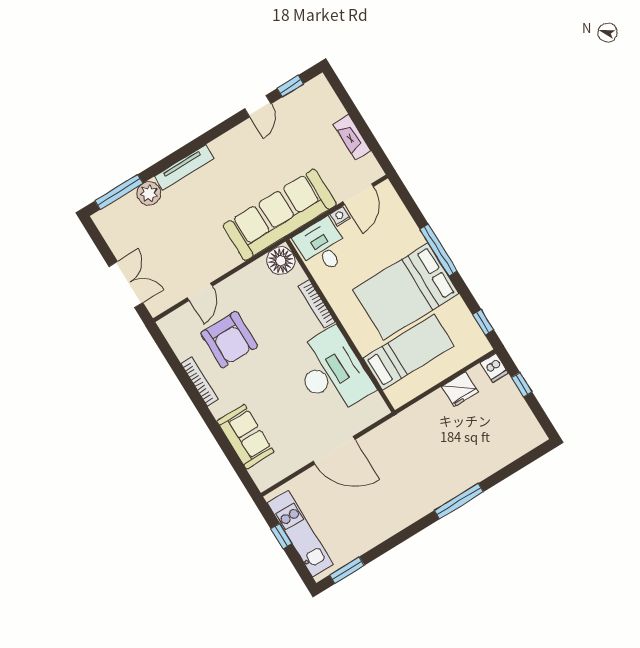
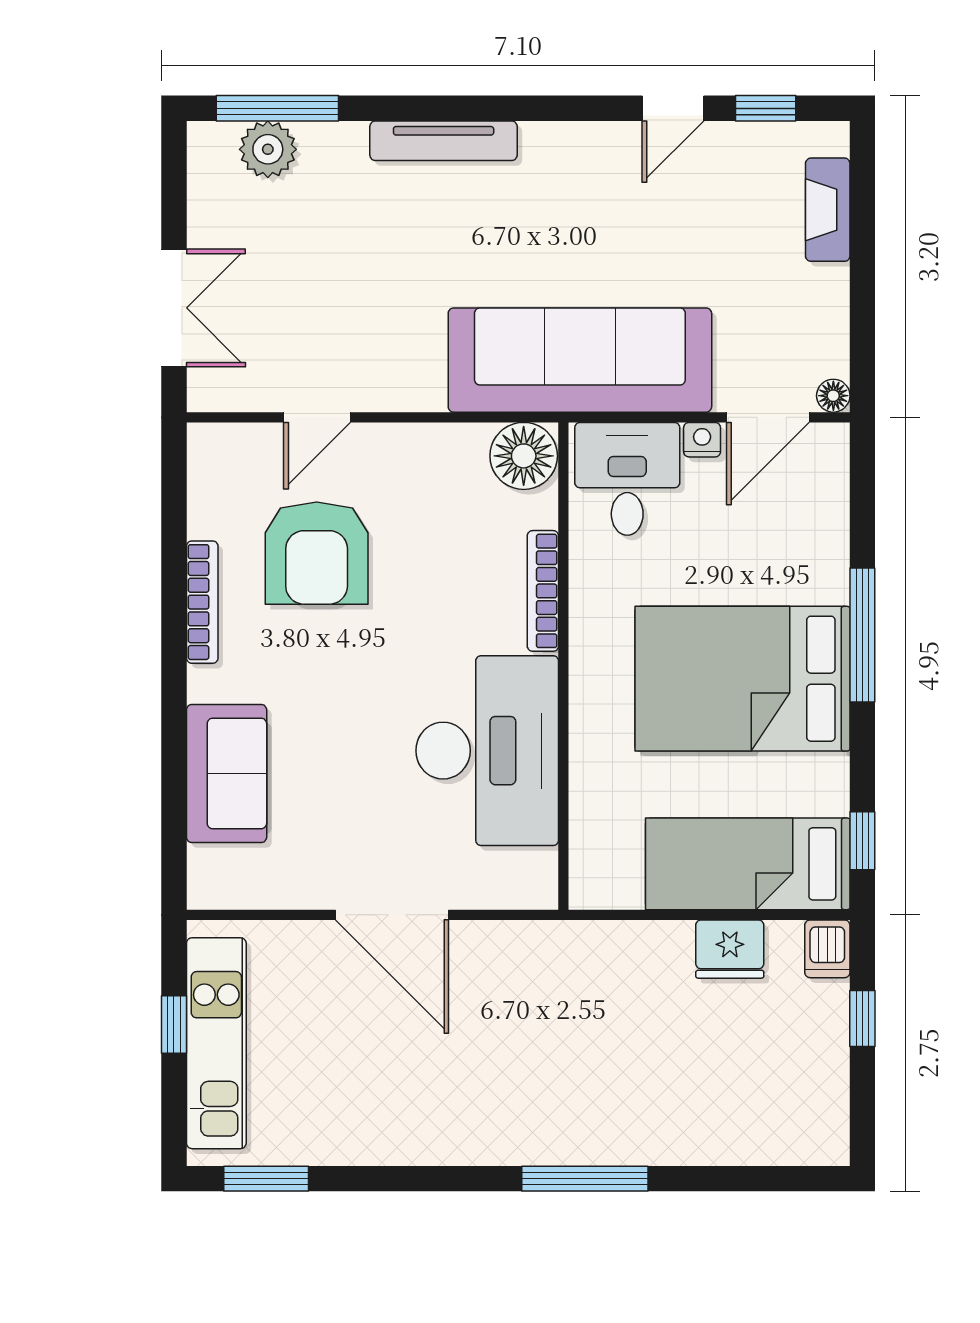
fireplace: (352, 137) -> (828, 210), moved
floor lamp: (376, 172) -> (833, 396), added
plant: (149, 193) -> (268, 149), moved
bed: (408, 352) -> (748, 864), moved, turned 180

